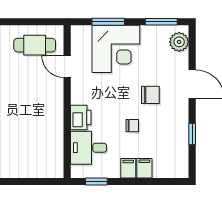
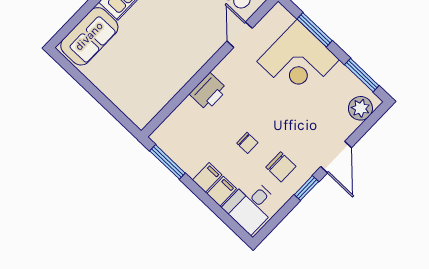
chair: (150, 95) -> (281, 167), moved
window: (192, 134) -> (306, 188), moved
desk: (89, 148) -> (251, 206), moved, turned -90
window: (96, 181) -> (167, 162), width x1.50

